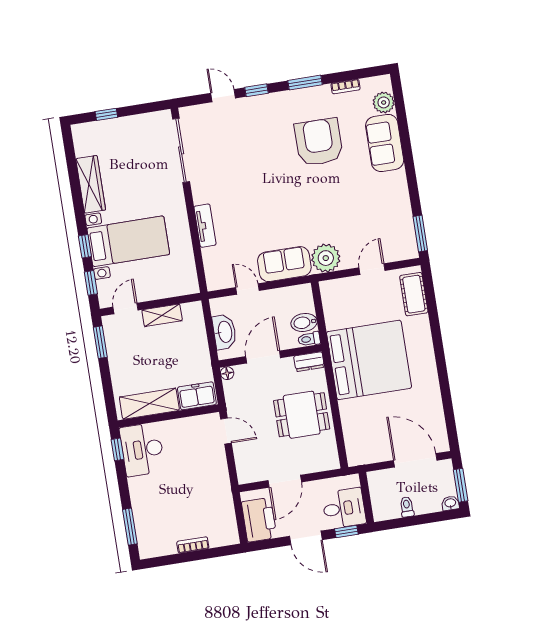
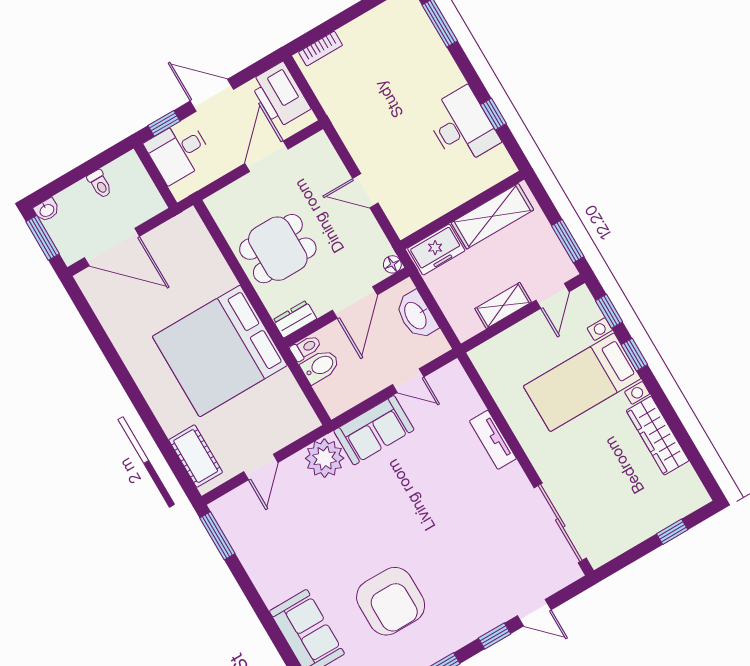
freezer: (197, 396) -> (436, 250), moved
shelving: (149, 404) -> (492, 216), moved
wall: (168, 416) -> (462, 210), moved
bookcase: (193, 545) -> (321, 49), moved

